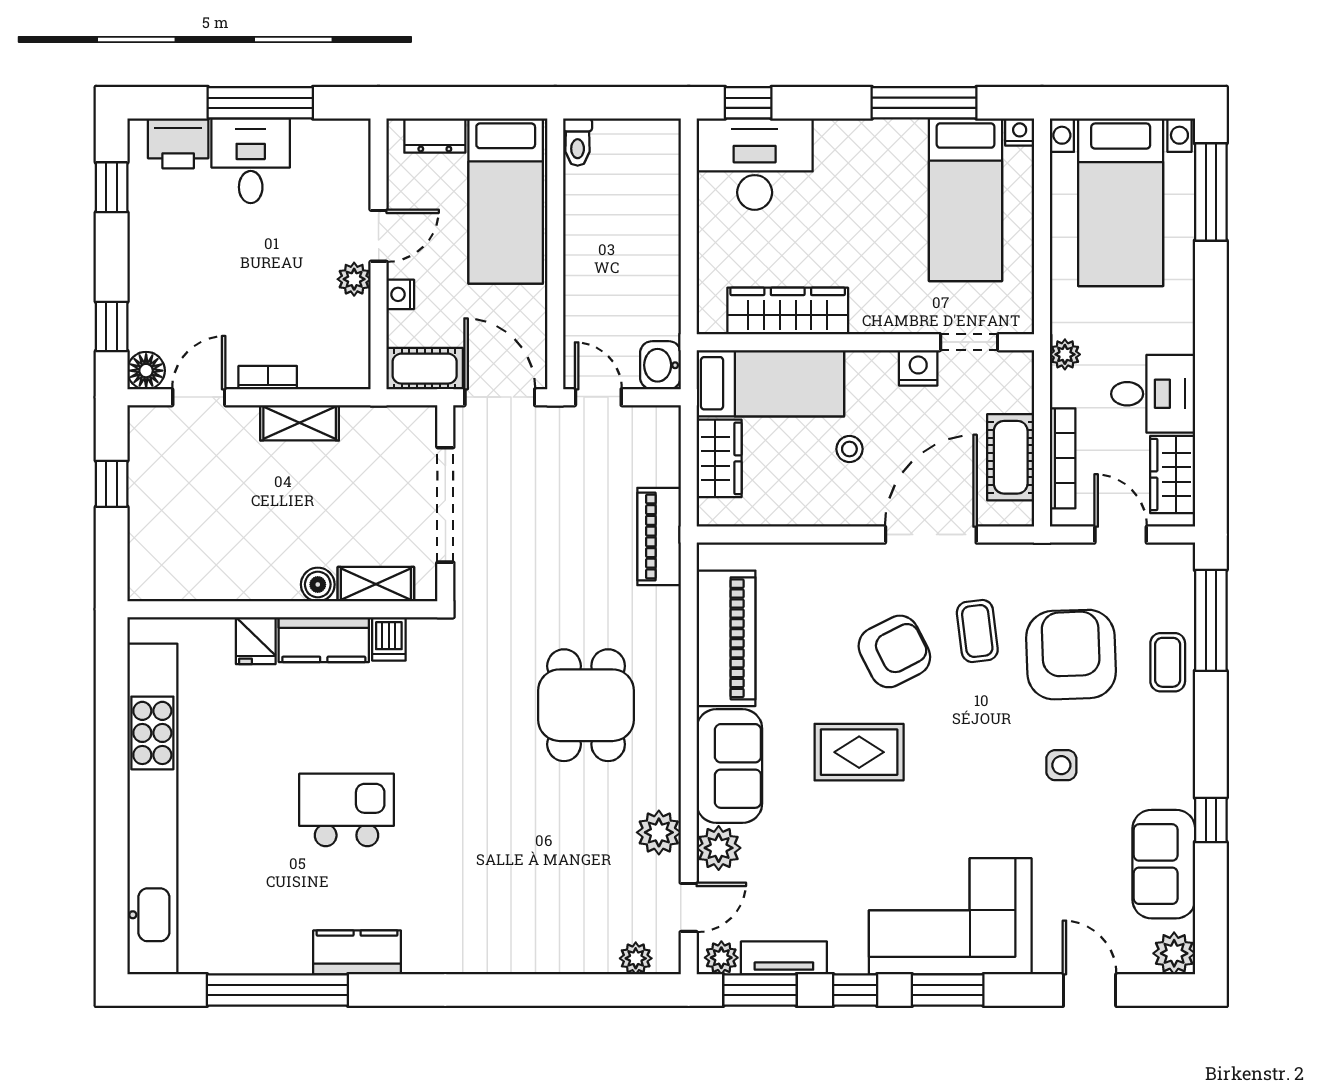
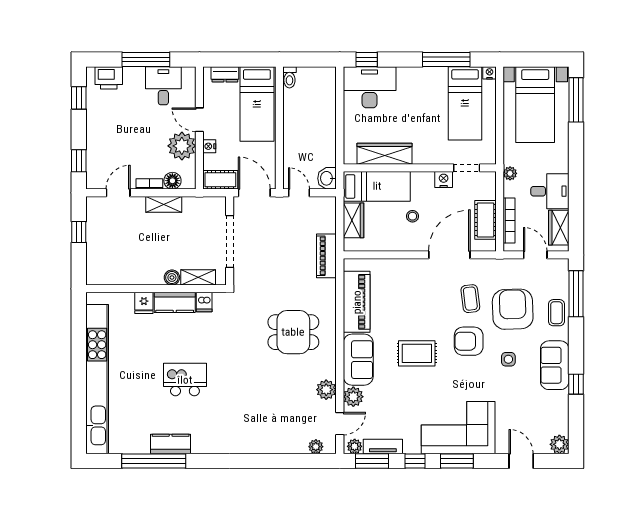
desk: (251, 161) -> (163, 86), moved
door: (379, 236) -> (199, 120), swing flipped
plant: (354, 279) -> (182, 146), width x1.87, depth x1.87
floor lamp: (146, 371) -> (172, 181), moved
armchair: (894, 651) -> (469, 341), moved, turned -153
dining table: (586, 705) -> (293, 332), turned 90
sofa: (1164, 864) -> (555, 365), moved
kitchen counter: (357, 952) -> (171, 444), moved

